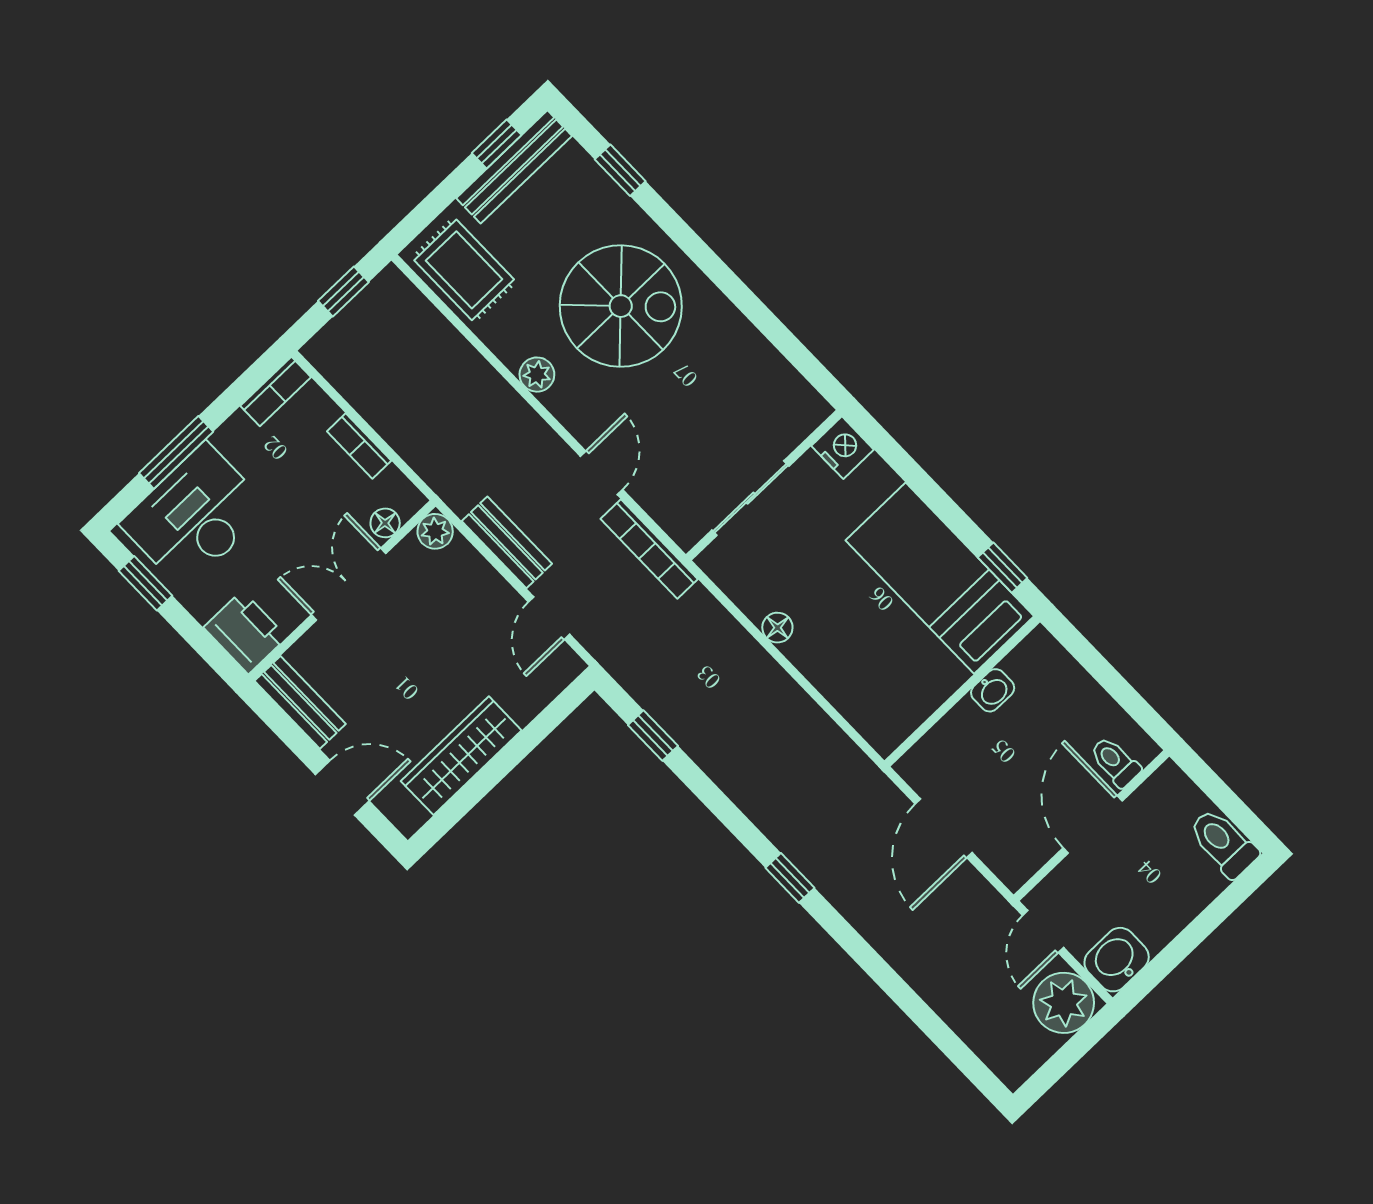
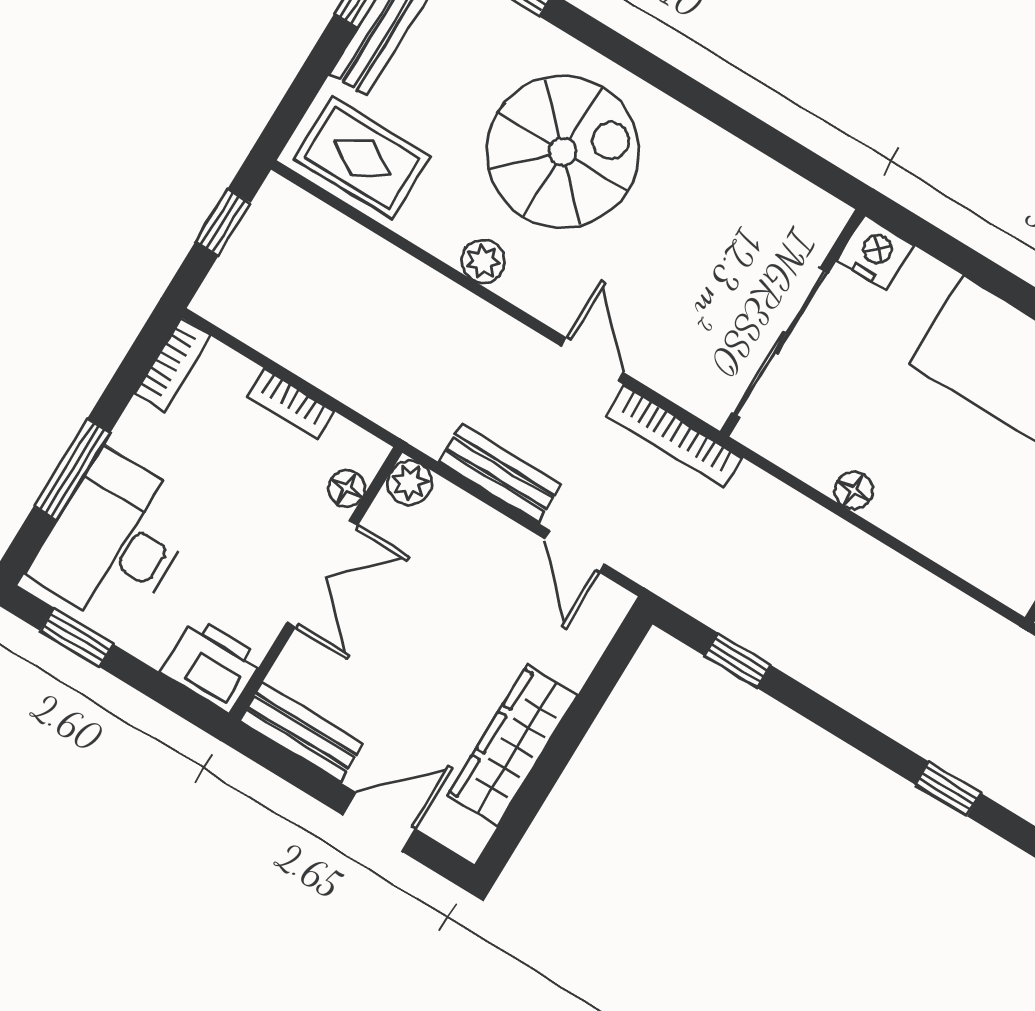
sliding door: (750, 498) -> (780, 343), width x1.37
double door: (349, 584) -> (322, 574), swing flipped

